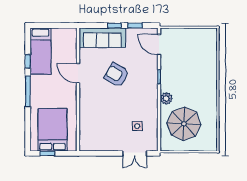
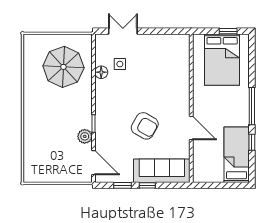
plant: (166, 99) -> (85, 136), moved
floor lamp: (153, 119) -> (101, 72), added

